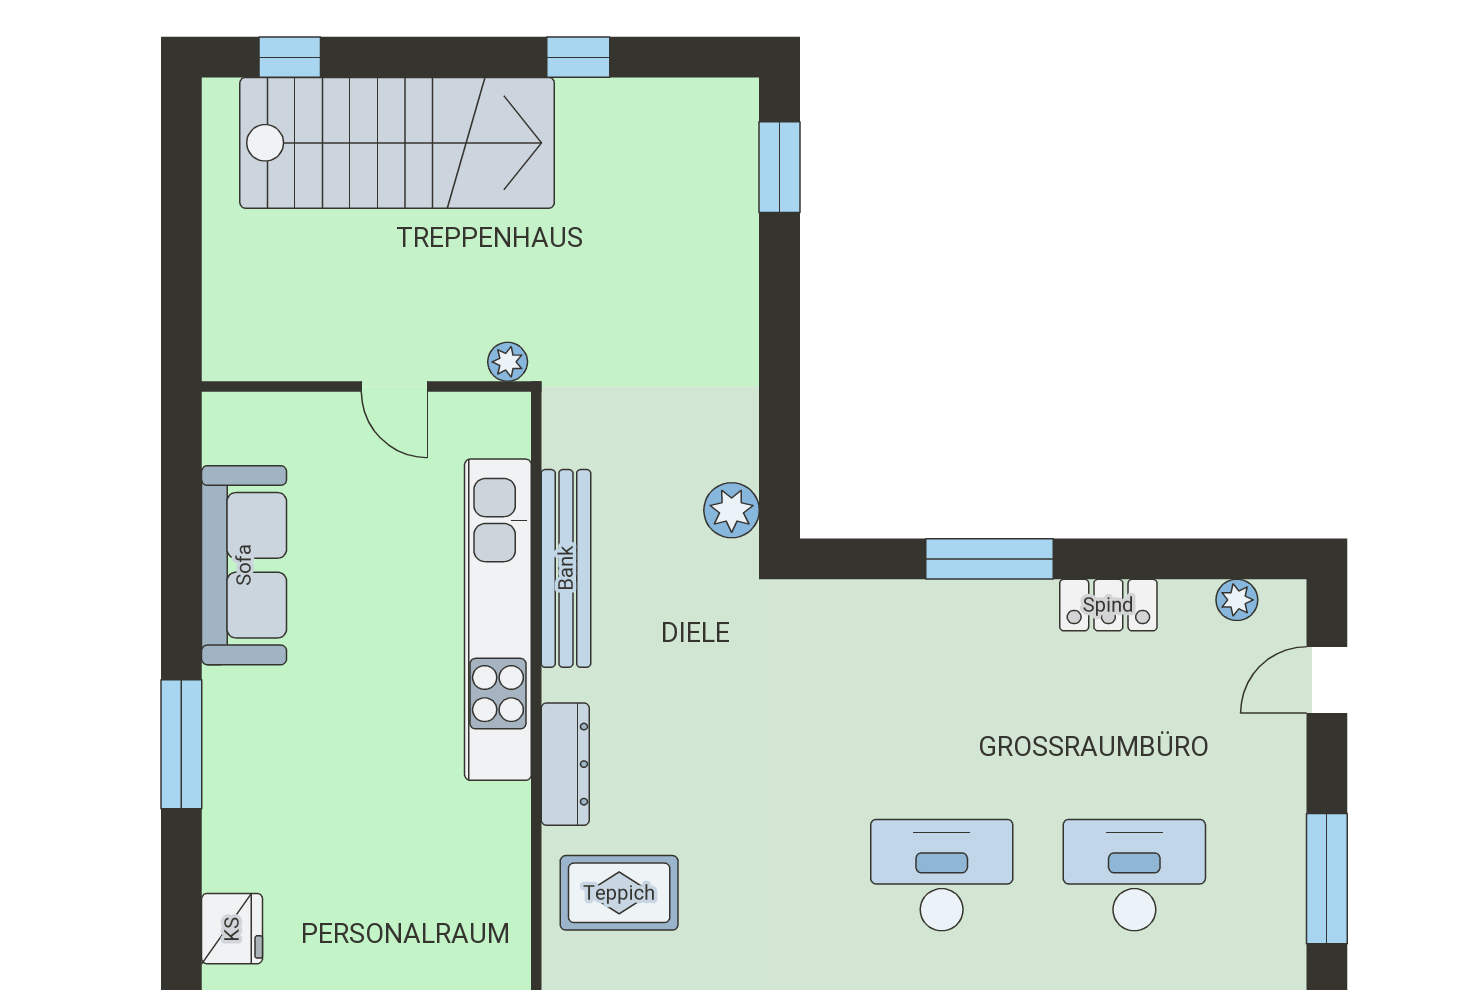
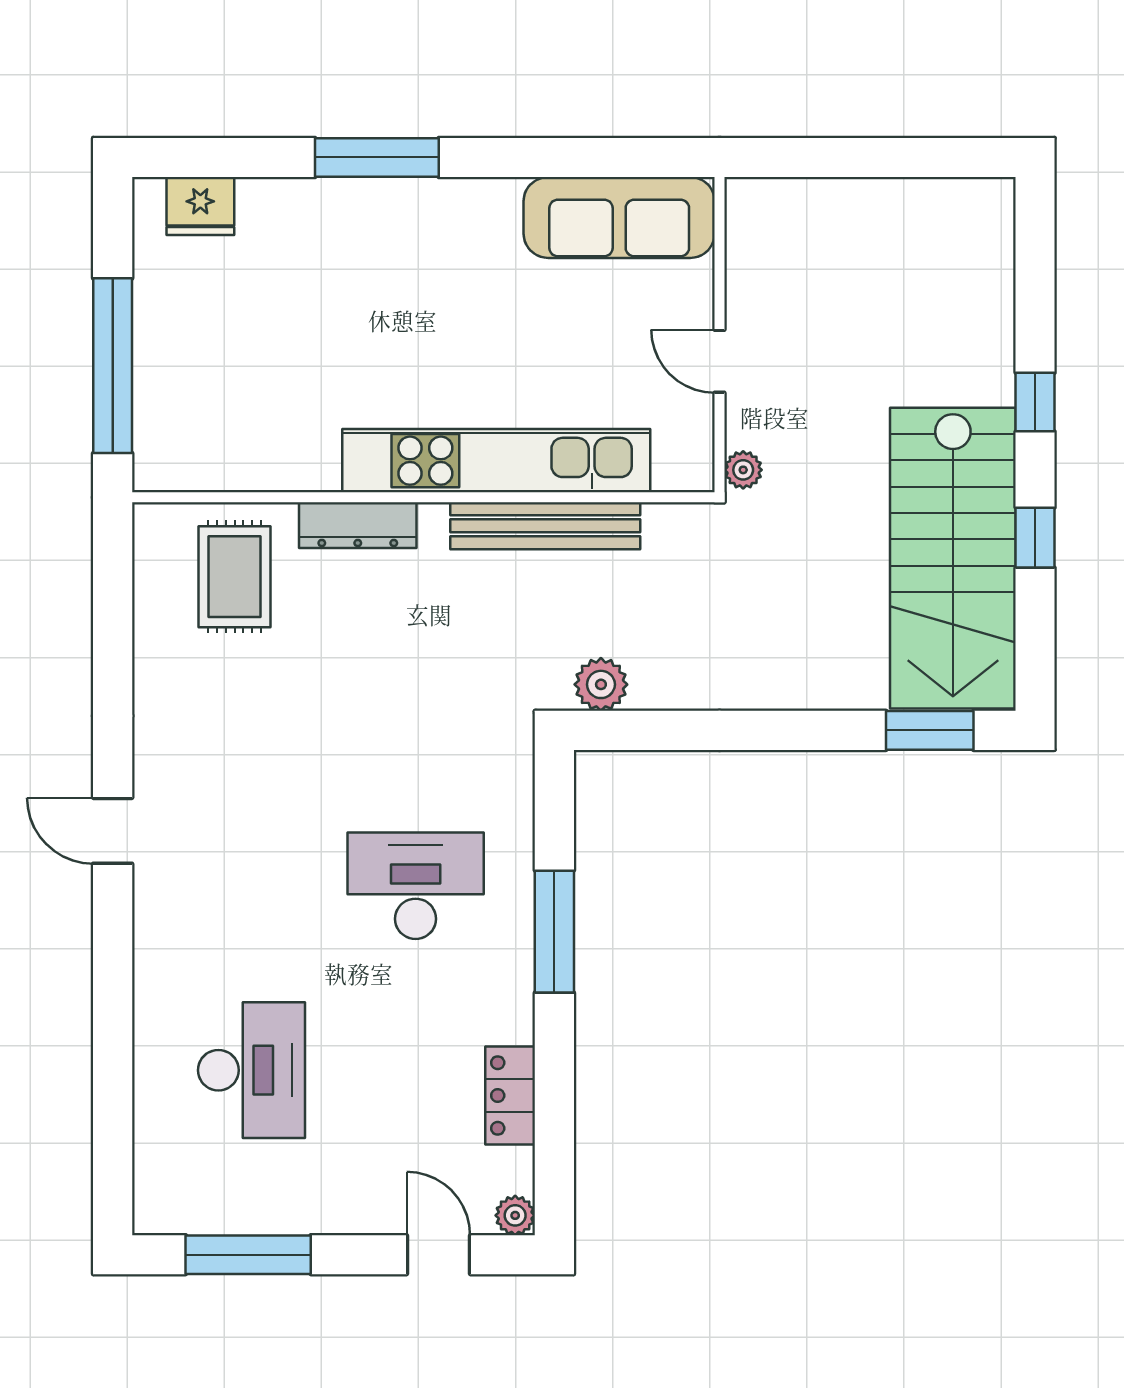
window: (290, 57) -> (1035, 402), moved
stairs: (397, 143) -> (953, 558), moved
door: (394, 387) -> (719, 361), hinge flipped
sofa: (244, 565) -> (619, 217), moved
plant: (1237, 600) -> (515, 1215), moved
locker: (1108, 605) -> (510, 1096), moved
desk: (942, 875) -> (416, 886), moved, turned -90

